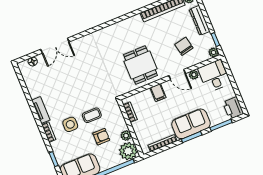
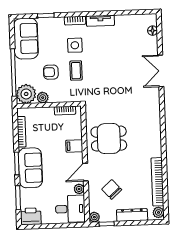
double door: (55, 46) -> (161, 71), moved
chair: (184, 46) -> (112, 189), turned -120
armchair: (101, 137) -> (51, 72), turned 90

